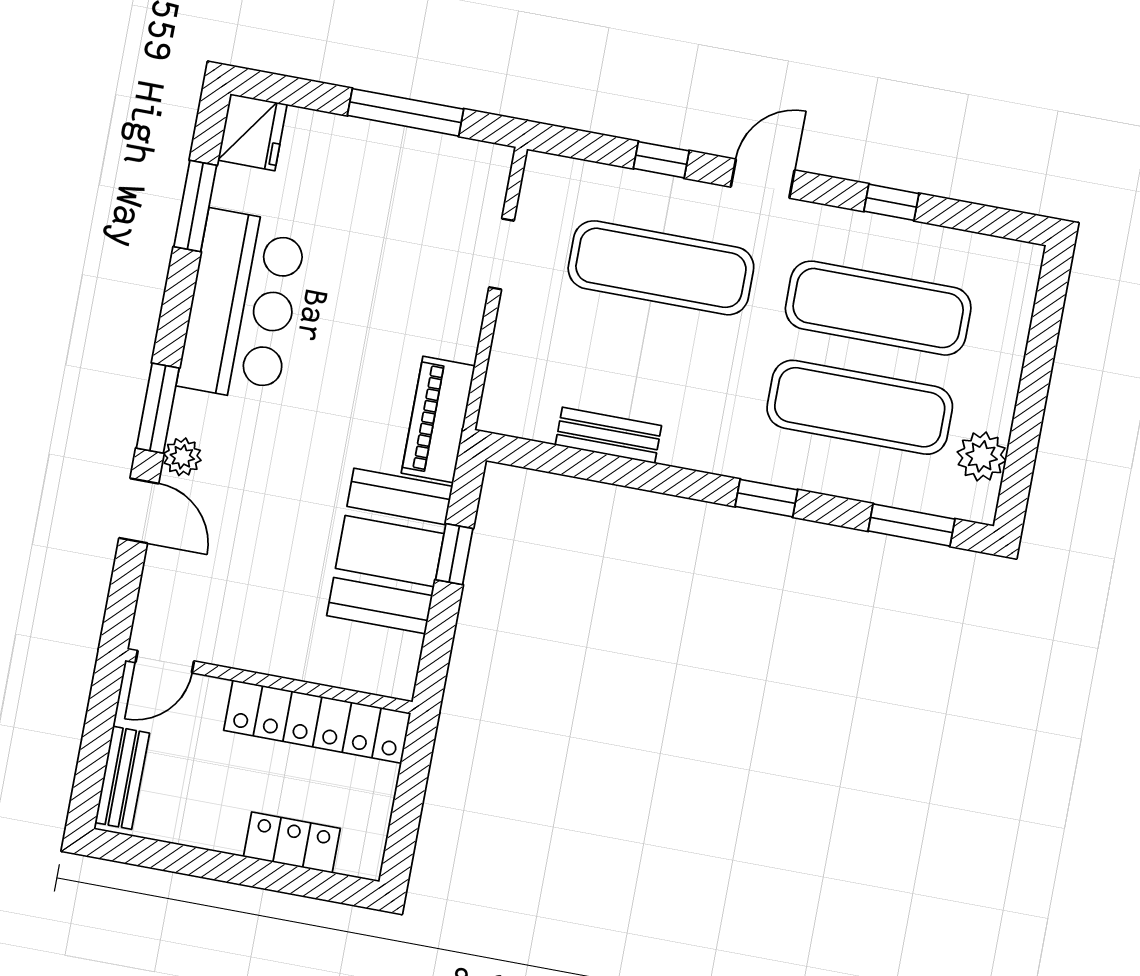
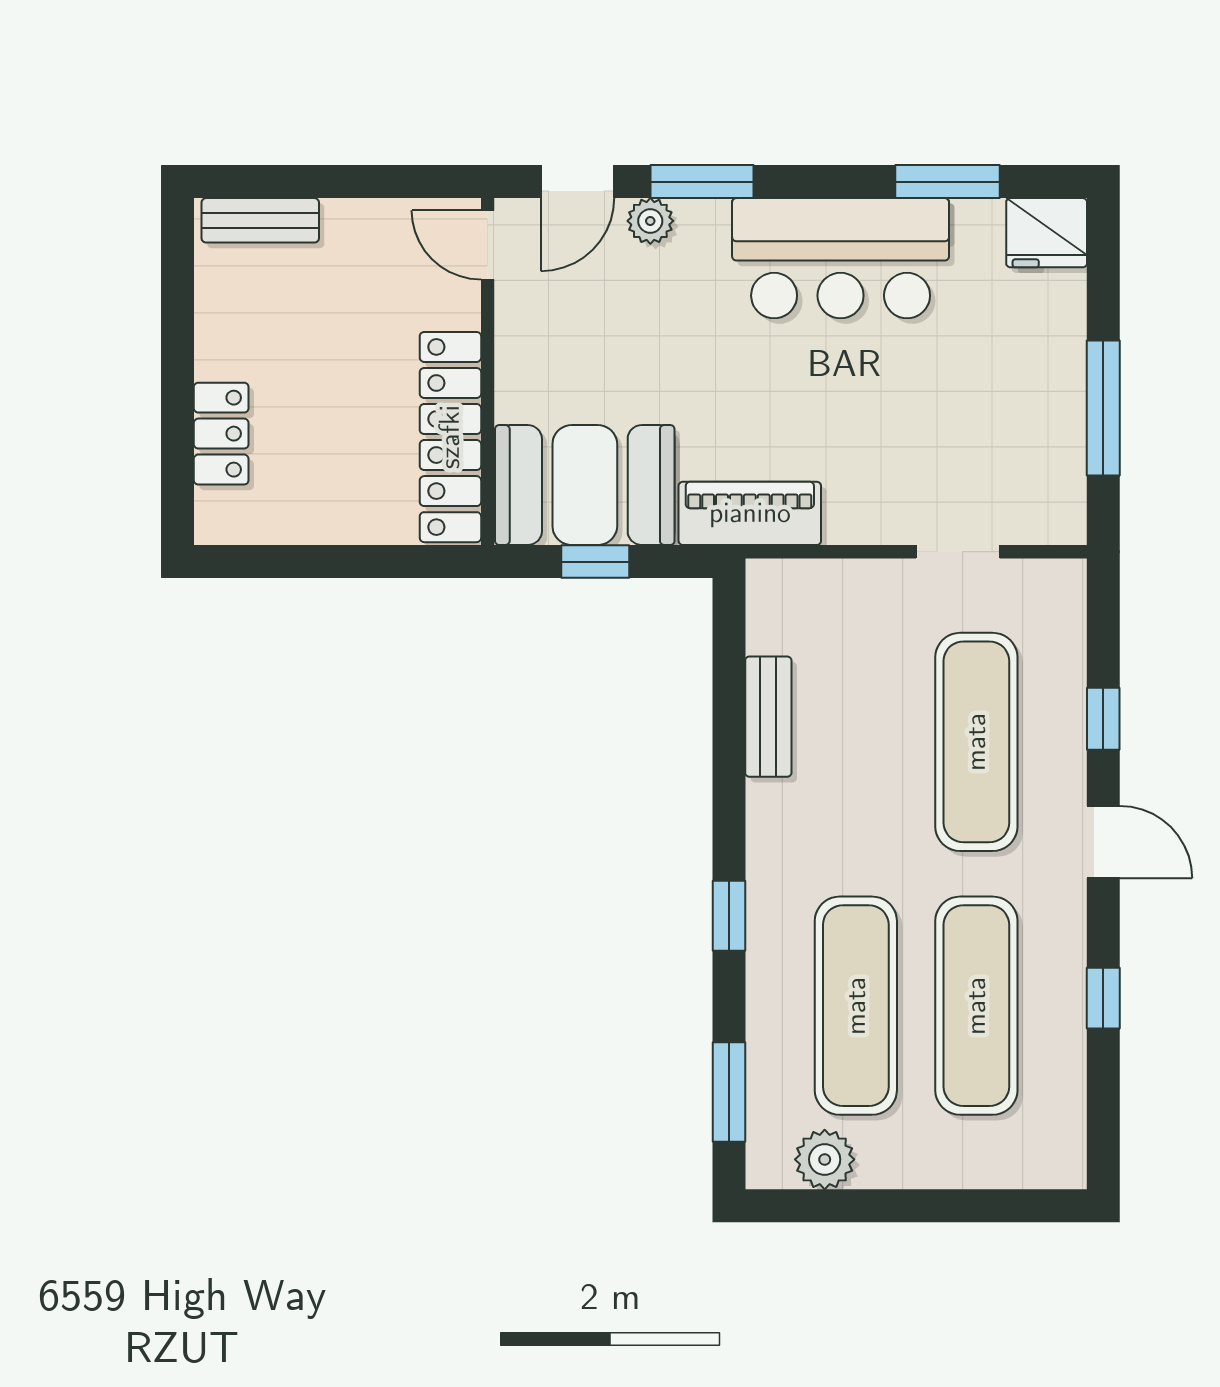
door: (165, 662) -> (488, 245), moved
wall: (269, 681) -> (488, 372), moved
locker: (317, 722) -> (450, 437), moved

